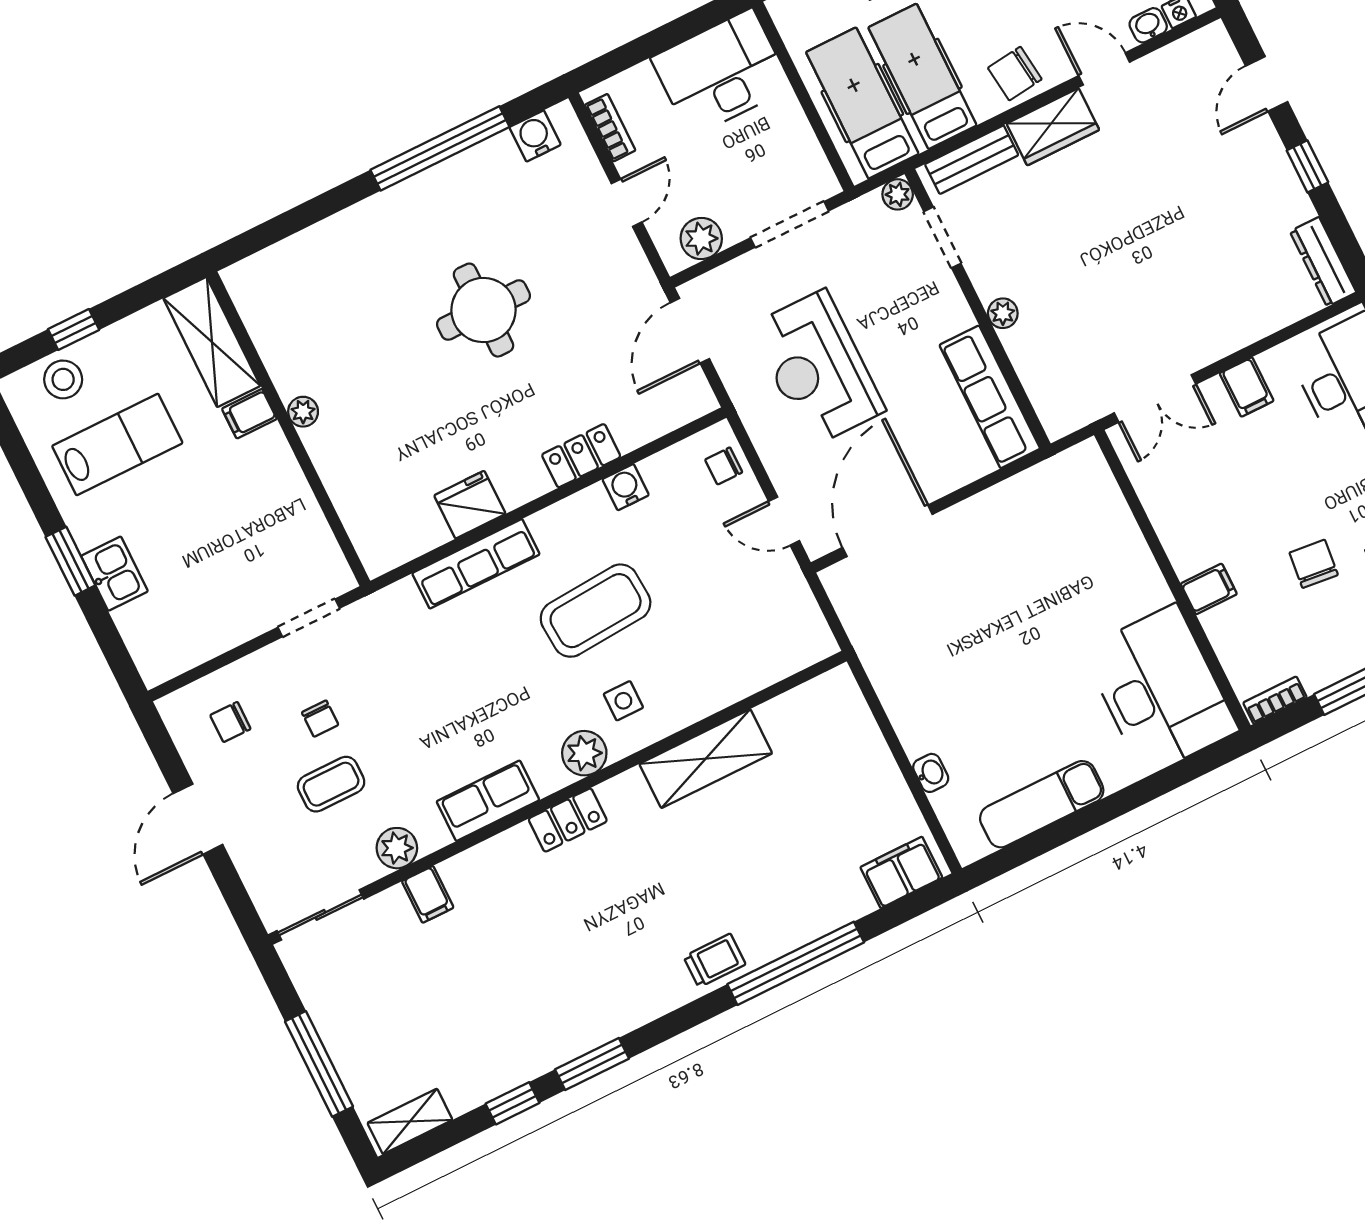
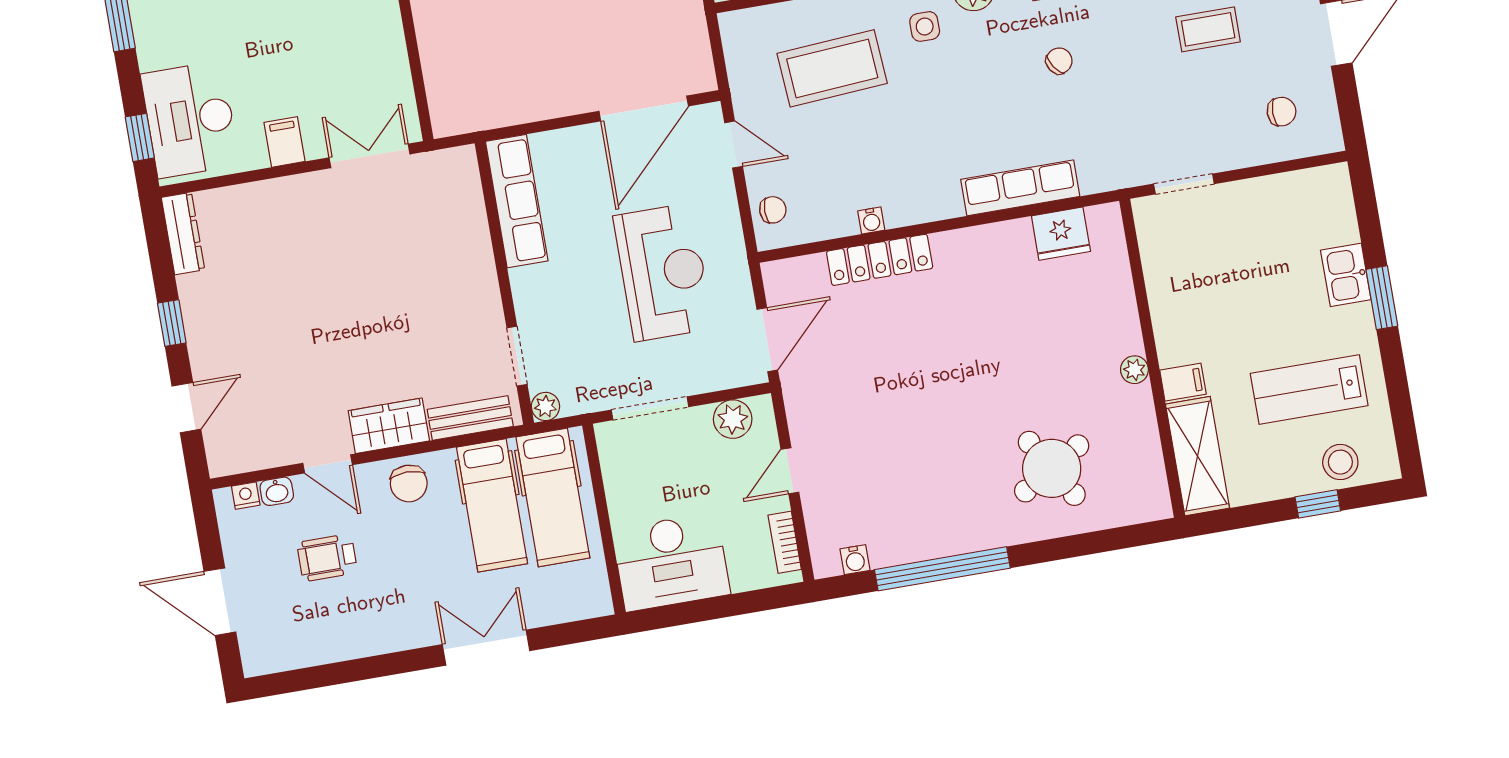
chair: (1015, 74) -> (409, 483), turned 97
water cooler: (535, 136) -> (855, 560), width x0.72, depth x0.72
round table: (483, 310) -> (1052, 468), moved, turned -31
plant: (1003, 313) -> (483, 272), removed
locker: (581, 456) -> (880, 260), width x1.53
water cooler: (626, 487) -> (871, 220), width x0.72, depth x0.72
fridge: (470, 505) -> (1061, 234), moved
coffee table: (596, 611) -> (832, 68), moved
chair: (320, 719) -> (1059, 61), moved, turned 56

